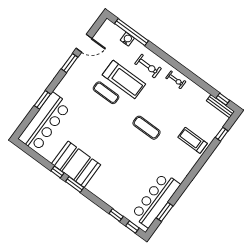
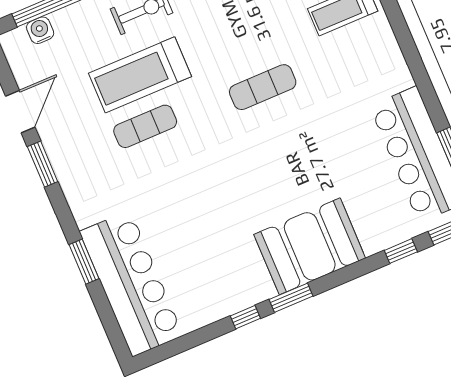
water cooler: (127, 39) -> (40, 30), moved
treadmill: (124, 80) -> (140, 75), turned 180
booth: (76, 164) -> (310, 246), moved

